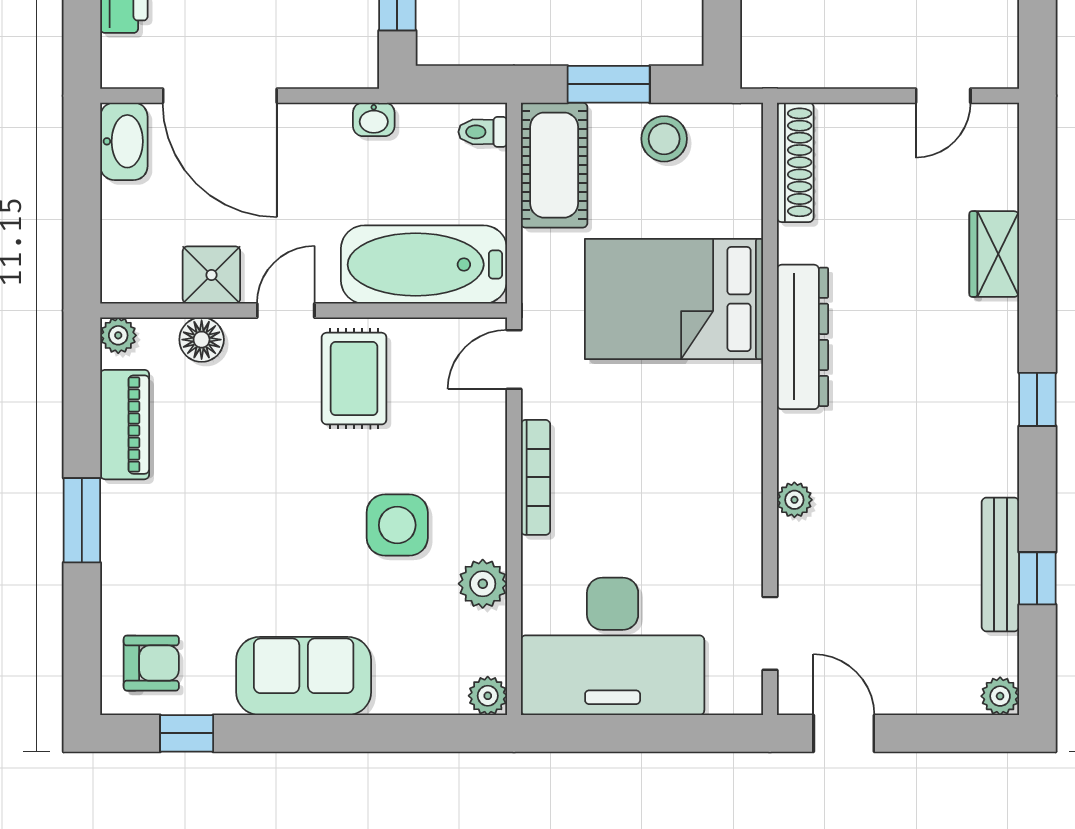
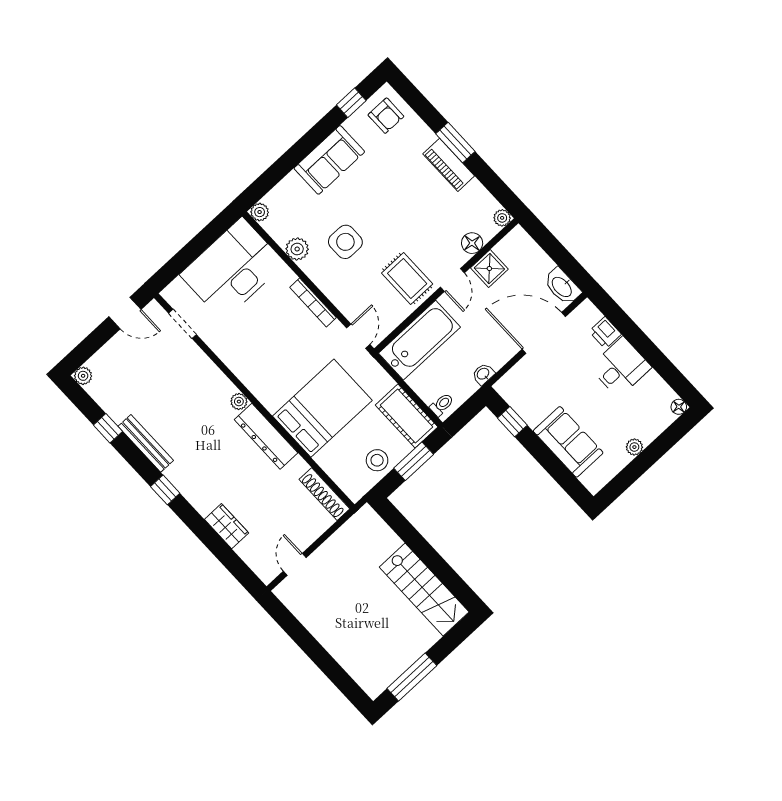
piano: (125, 425) -> (449, 165), moved
plant: (794, 500) -> (239, 402), moved
bench: (1000, 565) -> (146, 443), moved
armchair: (151, 663) -> (386, 116), turned -90

